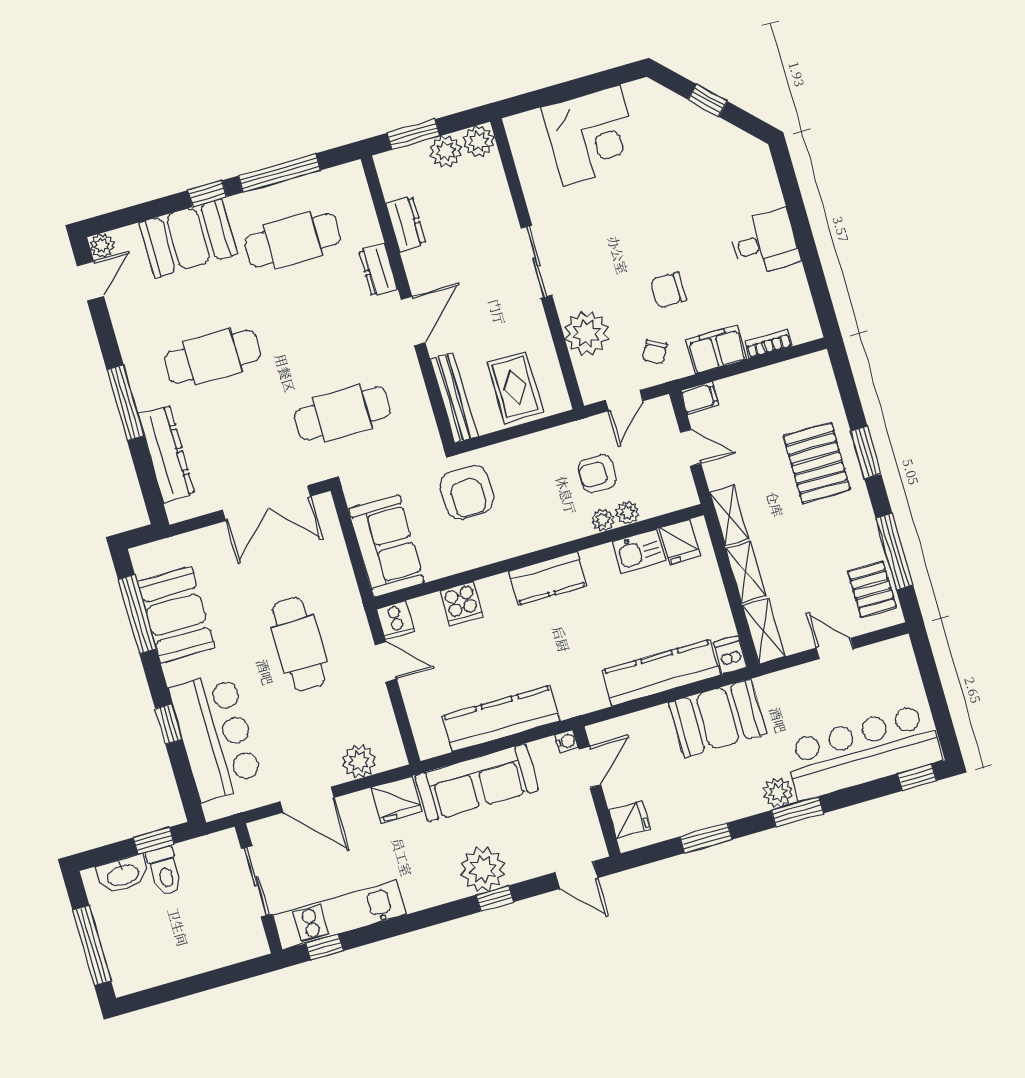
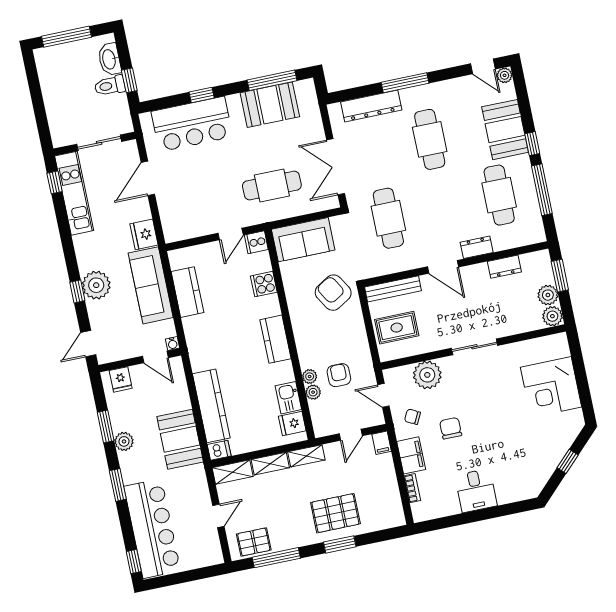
armchair: (467, 492) -> (333, 293), turned 59
cafe table: (299, 644) -> (272, 186), moved
kitchen counter: (501, 719) -> (187, 292), width x0.67
plant: (359, 761) -> (170, 212), removed
plant: (778, 793) -> (124, 441), moved

